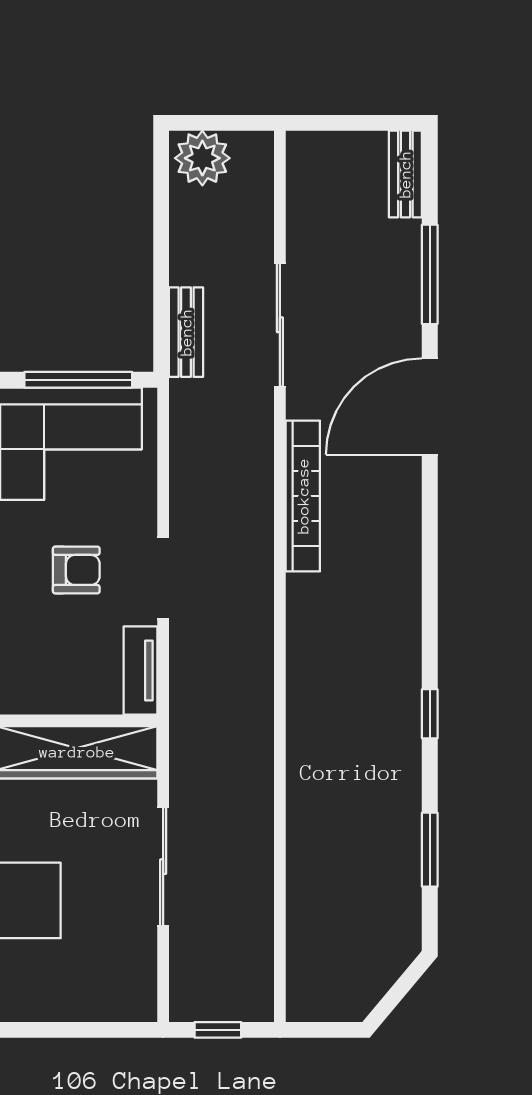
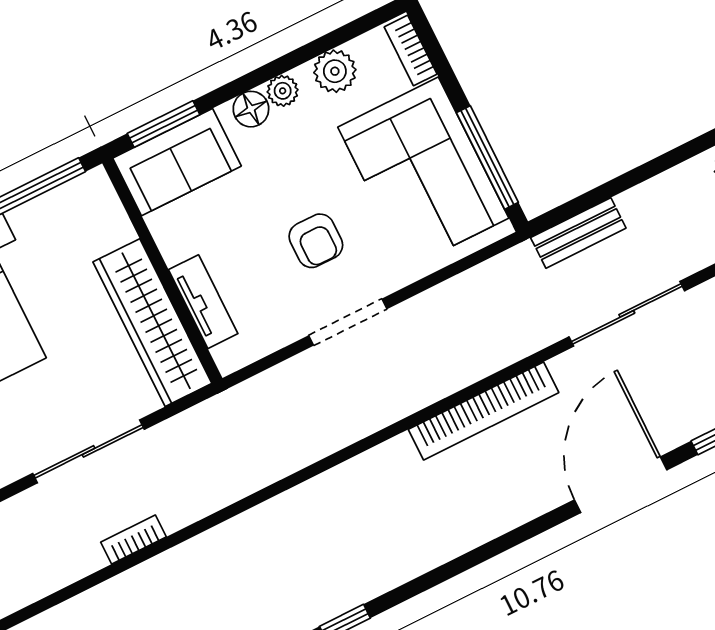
door: (430, 406) -> (621, 485), hinge flipped
tv unit: (140, 670) -> (203, 302), moved, turned 90
bookcase: (262, 866) -> (134, 540), added

